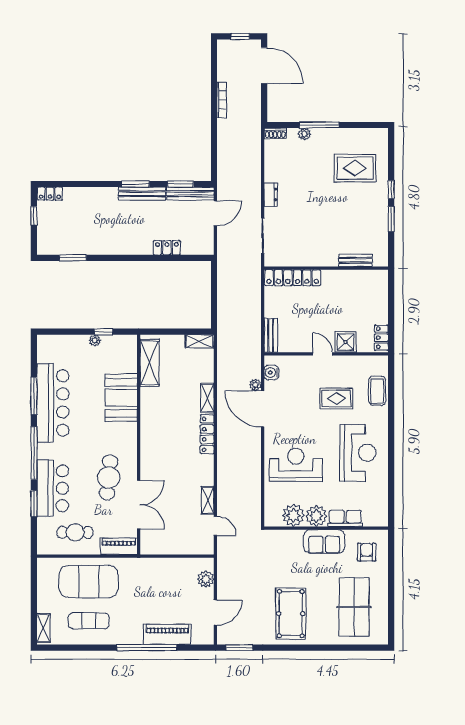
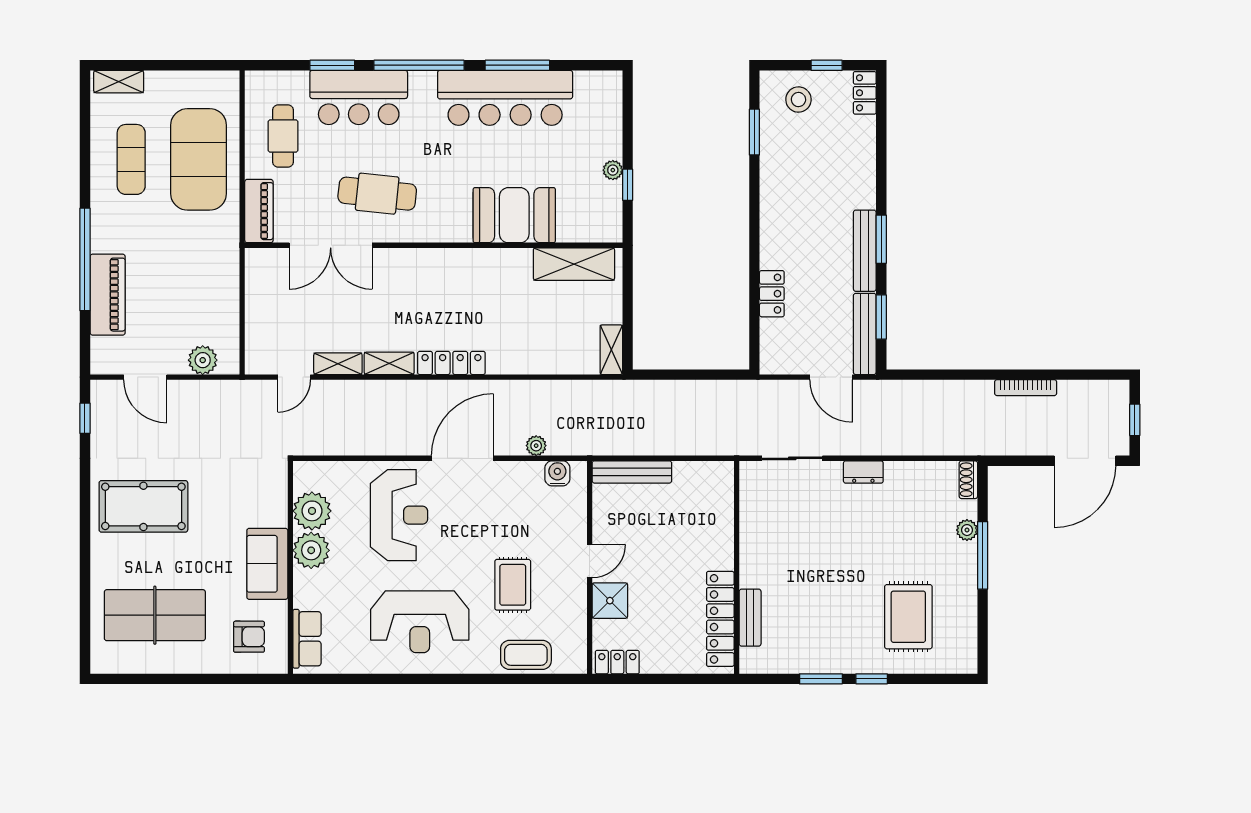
stool: (54, 232) -> (798, 100), added
locker: (293, 278) -> (720, 619), moved
bench: (271, 335) -> (632, 472), width x1.36
shelving: (207, 398) -> (389, 363), moved
door: (263, 409) -> (462, 458), moved
row of seats: (345, 518) -> (307, 639), moved
window: (239, 648) -> (85, 418), width x0.67

